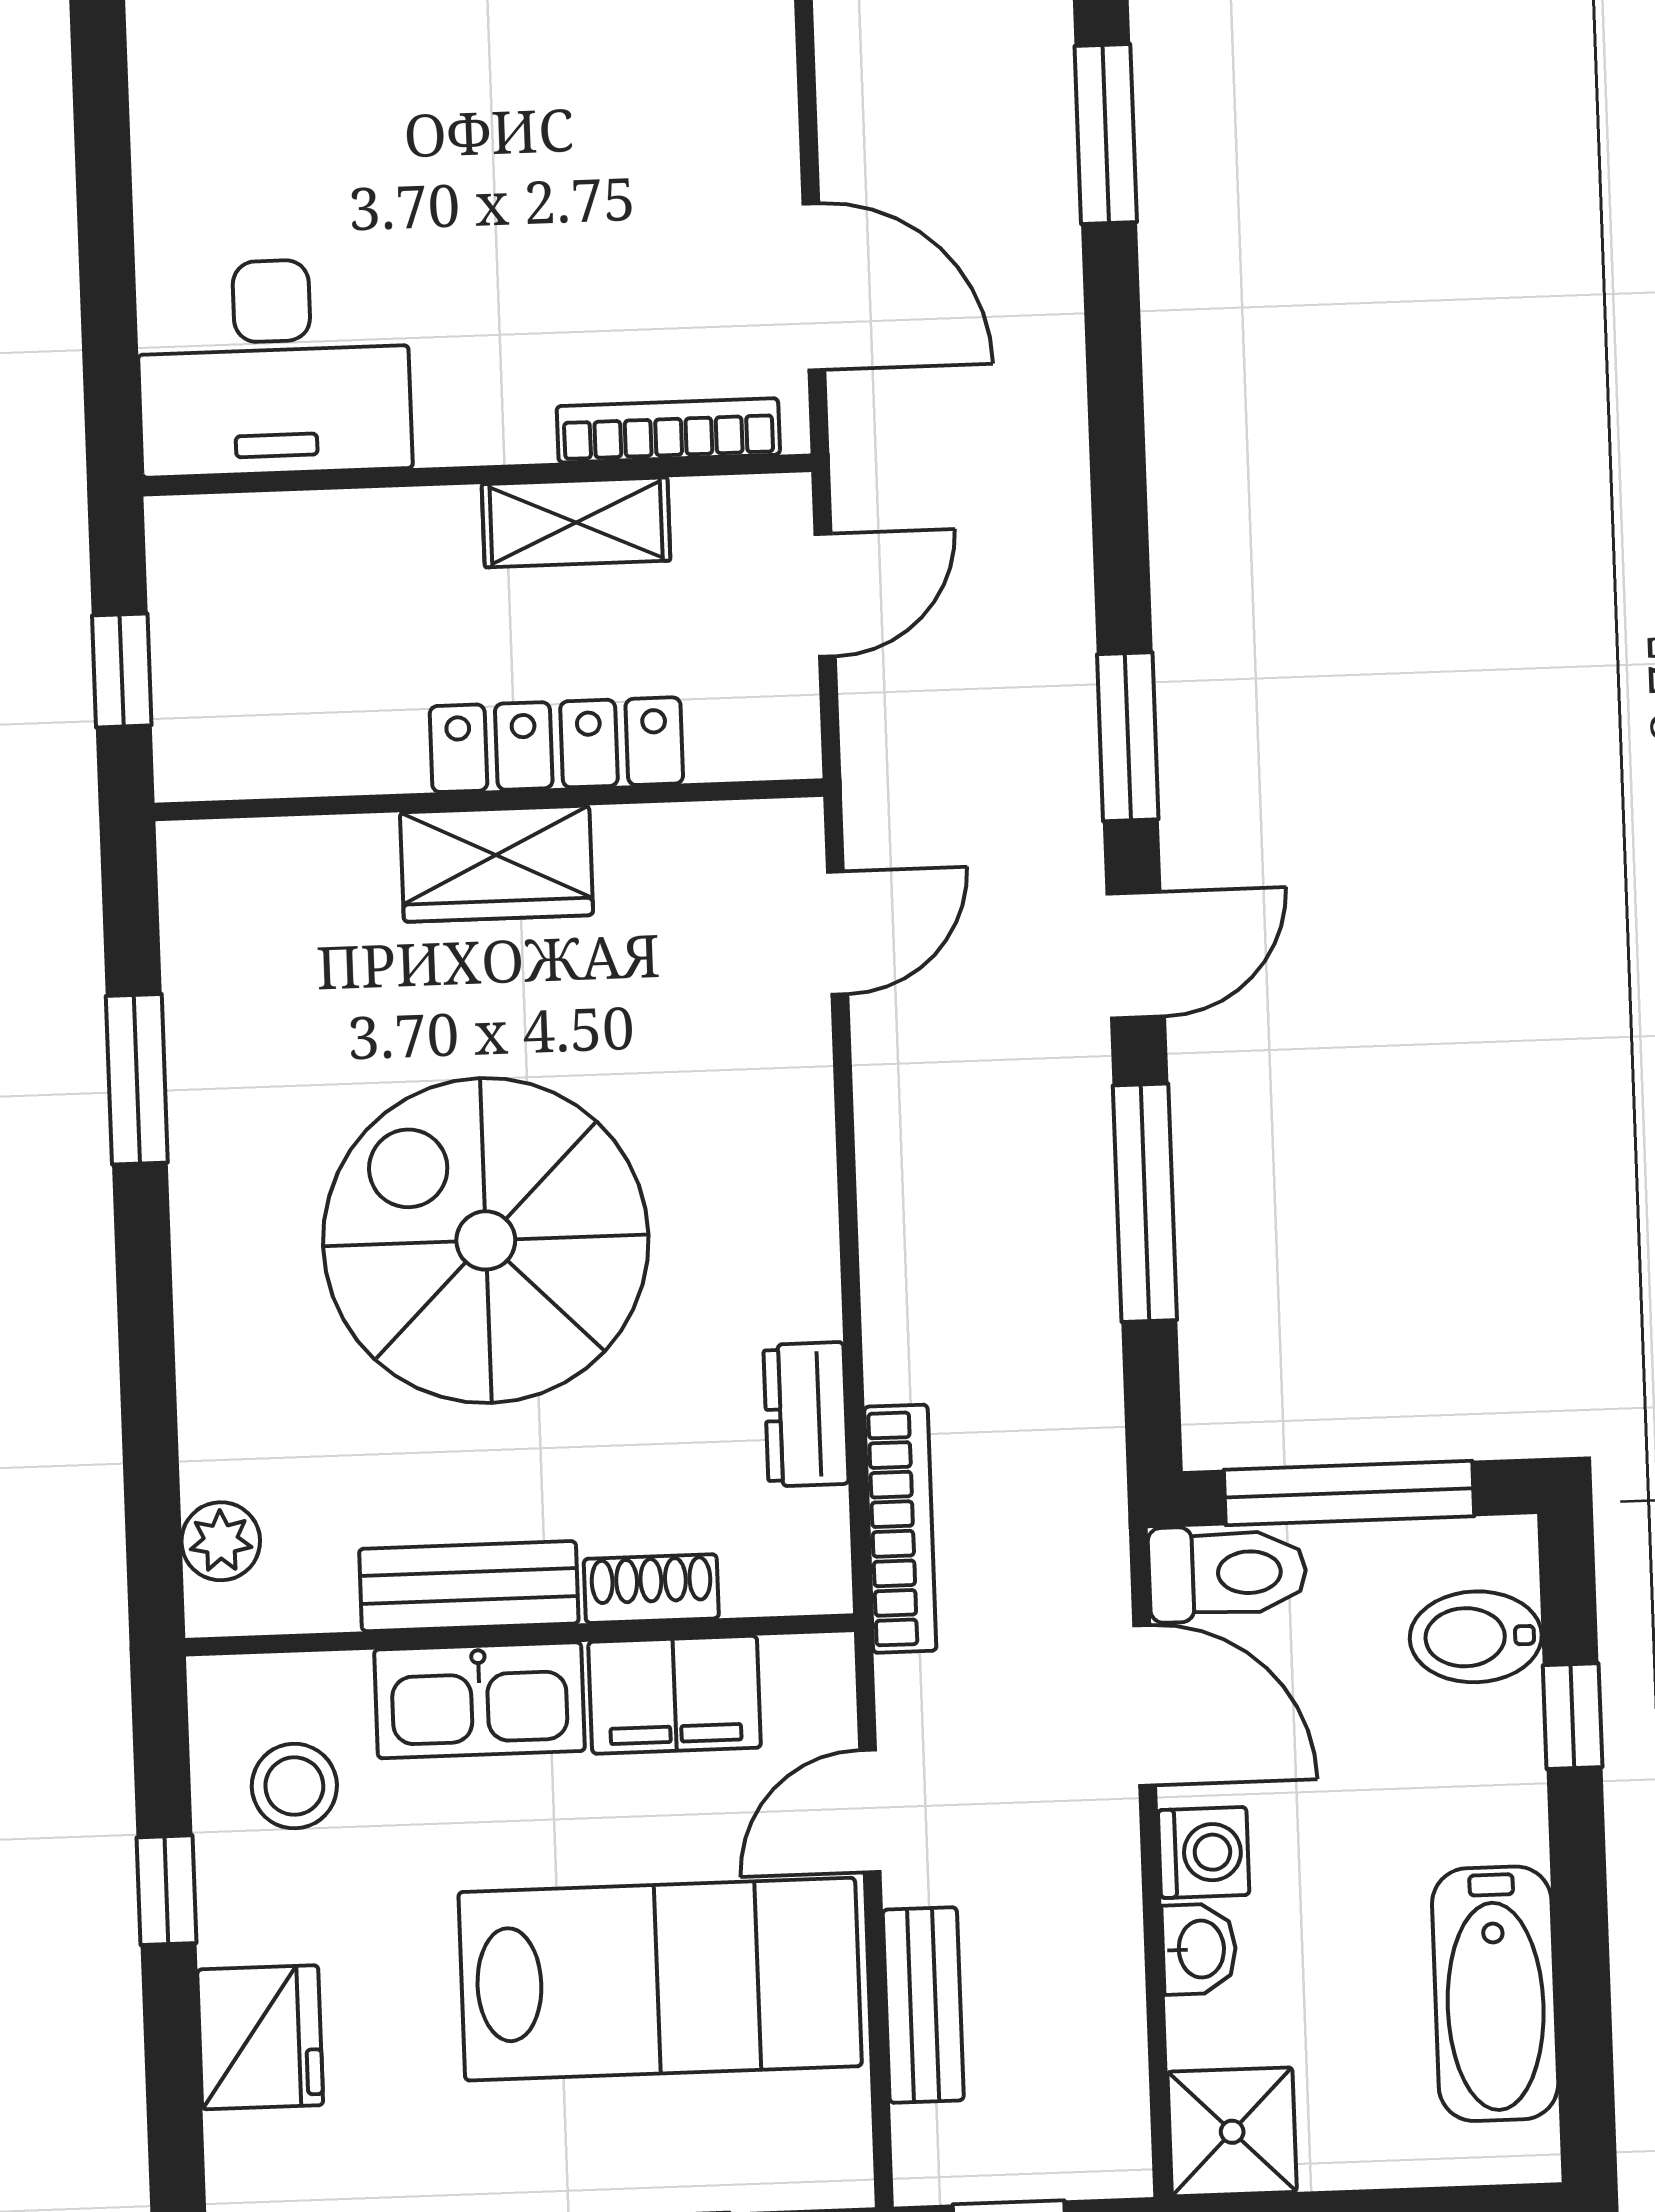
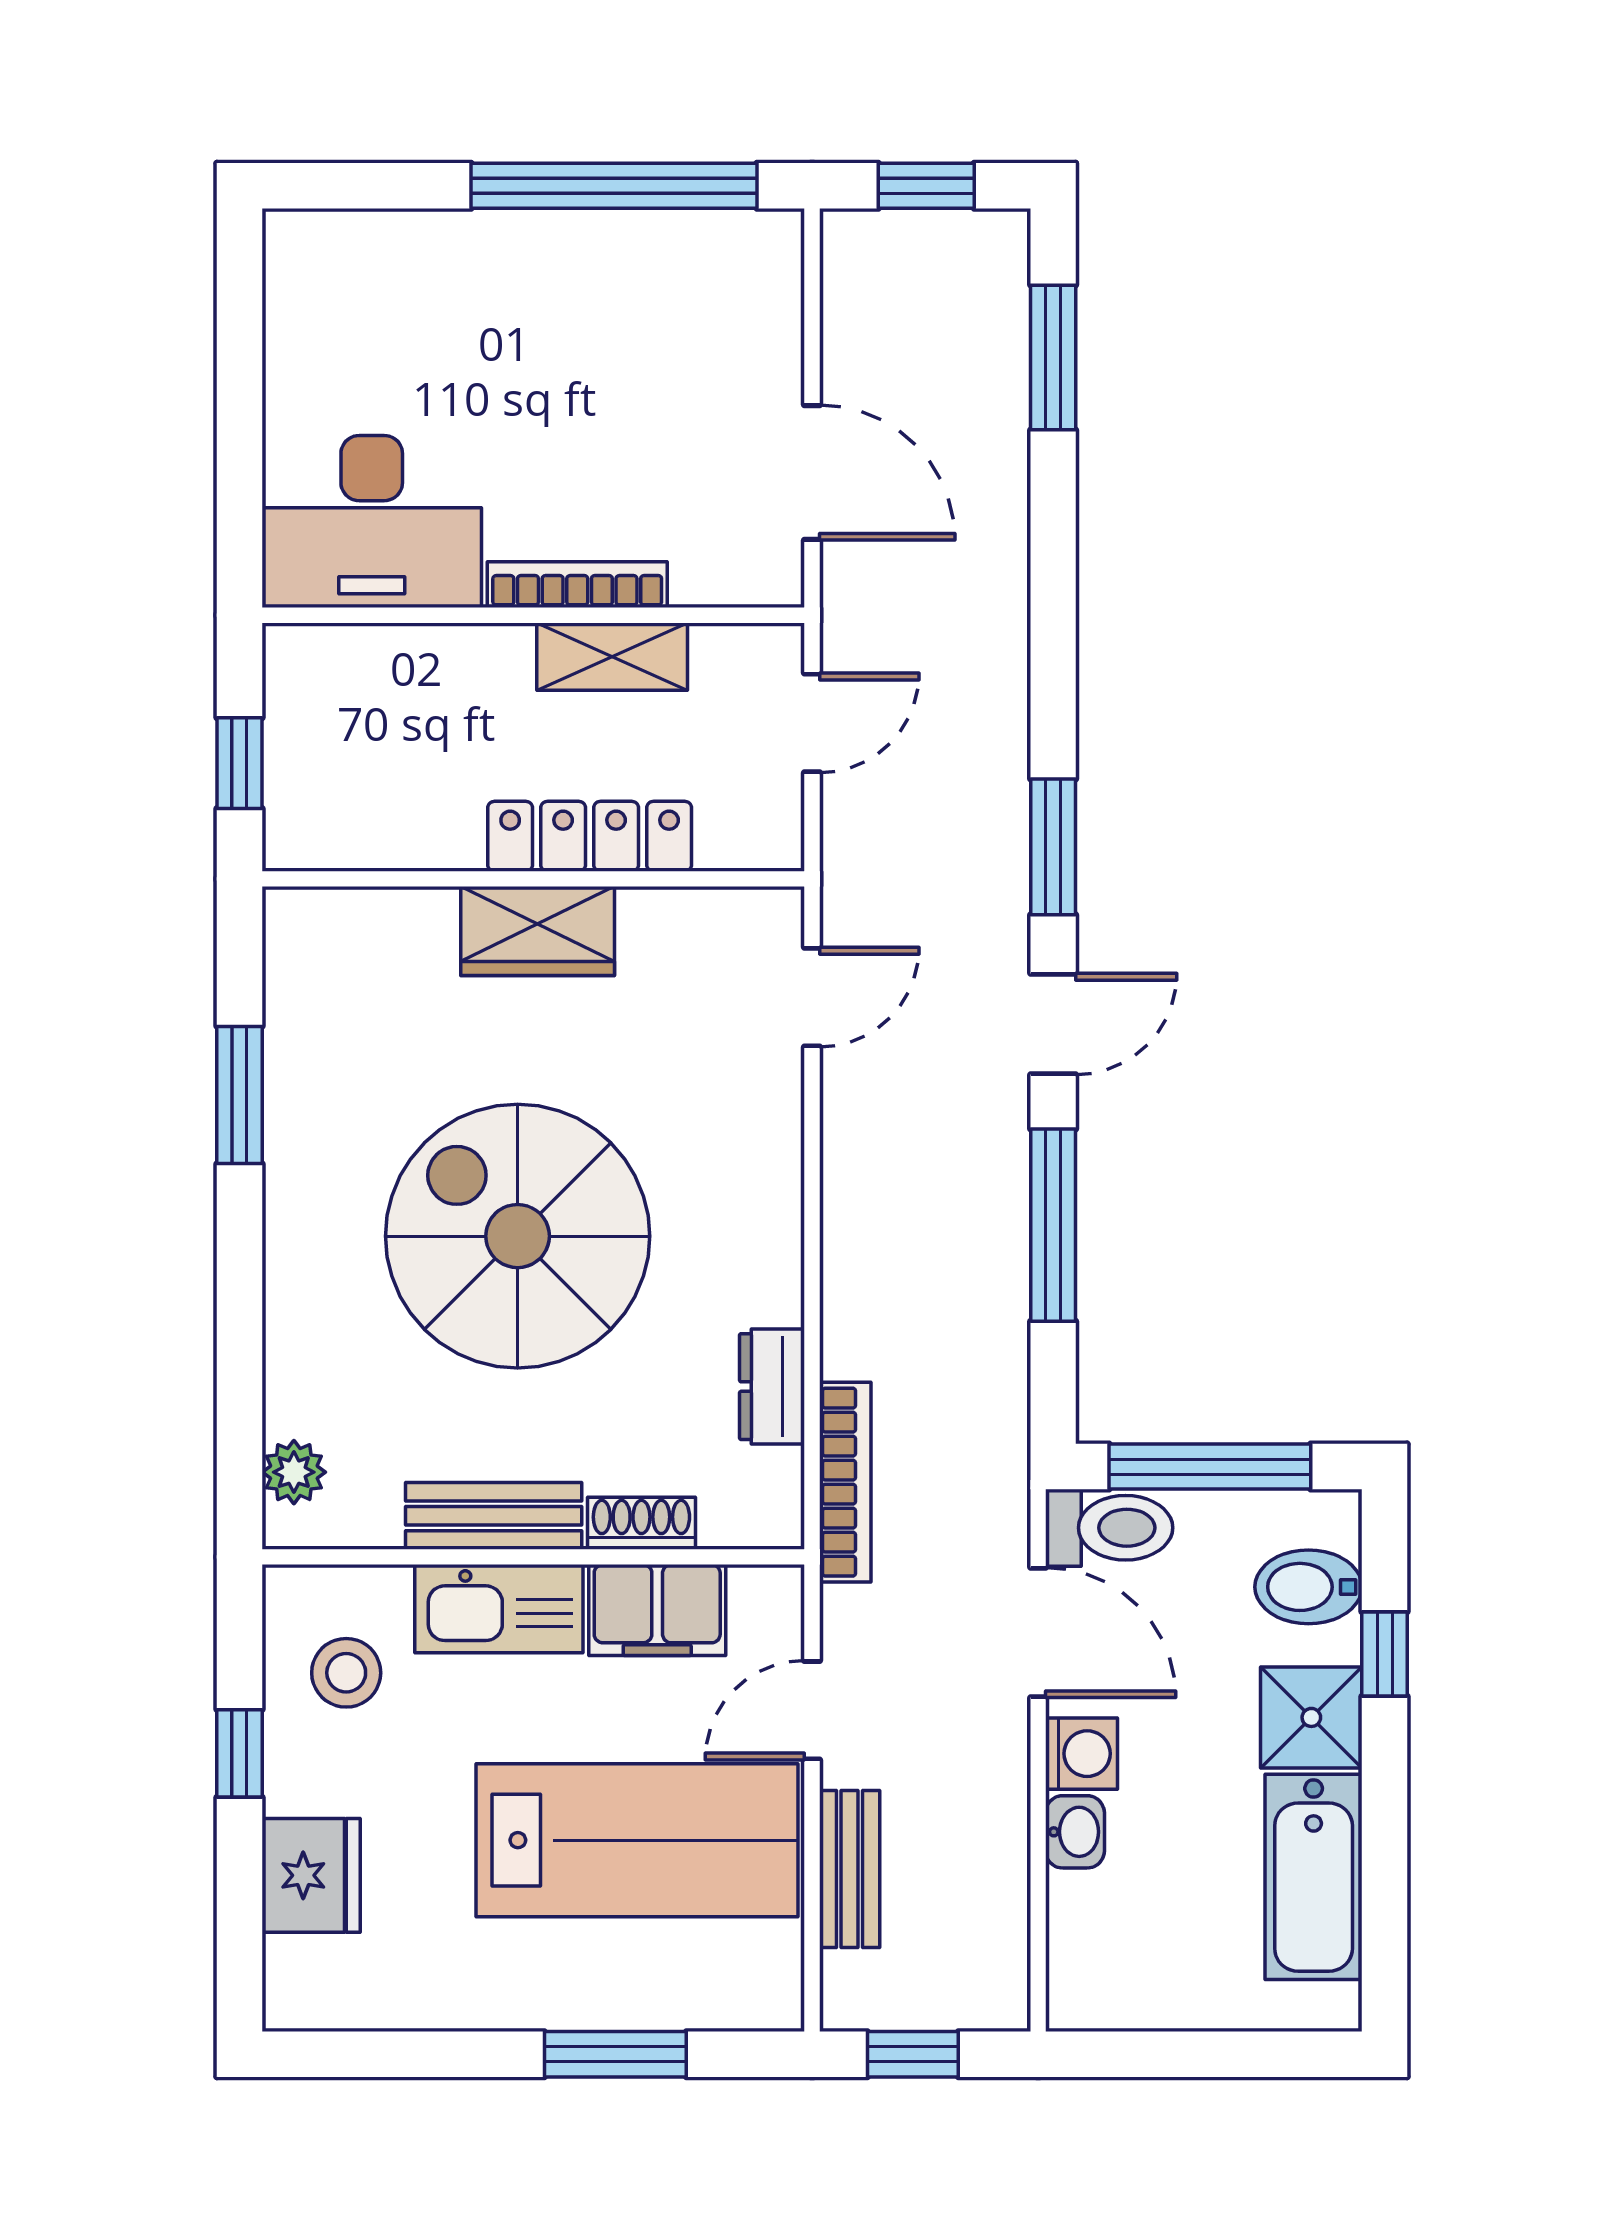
bookcase: (668, 430) -> (577, 585), moved
shower: (1232, 2132) -> (1311, 1717), moved

